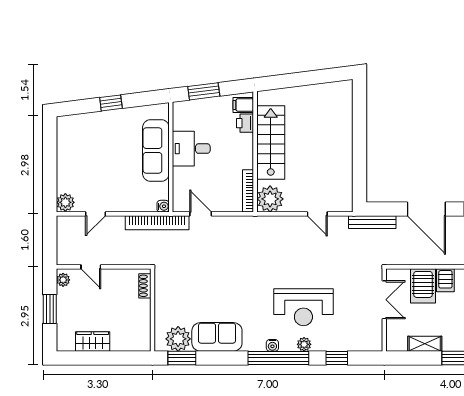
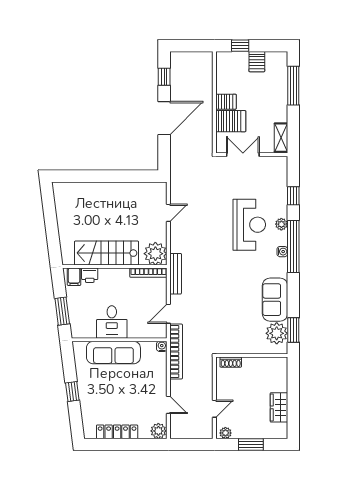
locker: (64, 155) -> (117, 432), added
bench: (372, 222) -> (176, 274), moved
shelving: (425, 344) -> (281, 138), moved

